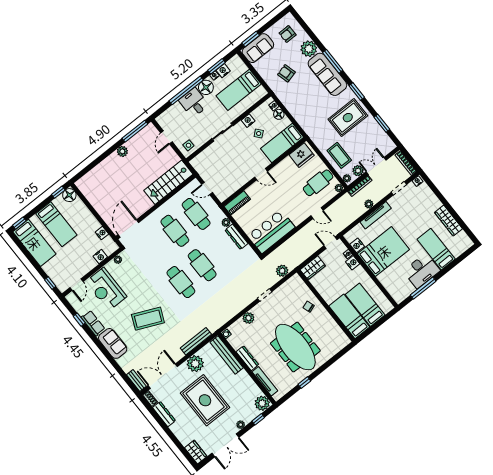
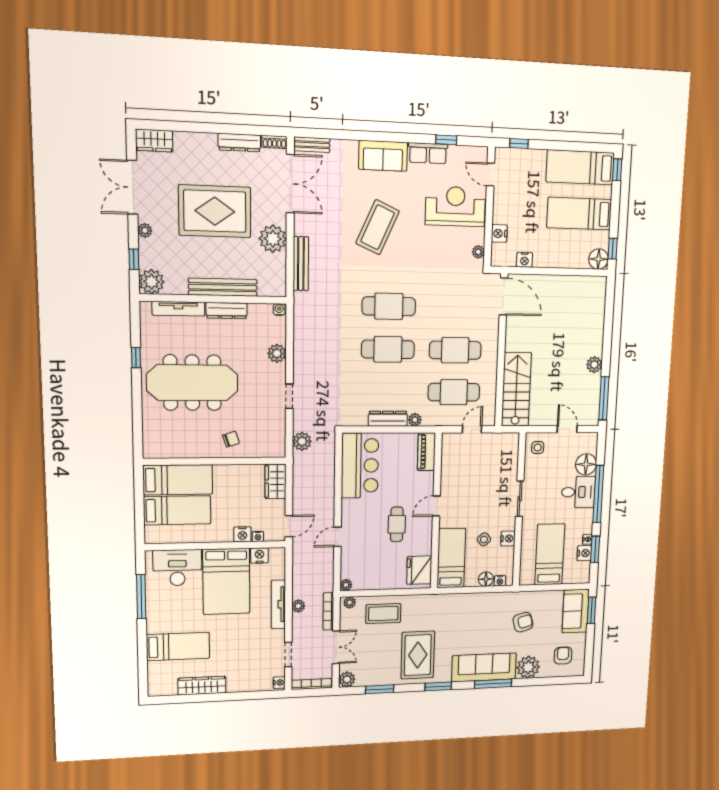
floor lamp: (206, 87) -> (586, 464), moved
plant: (358, 171) -> (347, 679), moved
cafe table: (318, 183) -> (397, 524), moved, width x0.73, depth x0.74
desk: (422, 271) -> (177, 568), moved, turned 90
bench: (227, 355) -> (223, 287), moved

